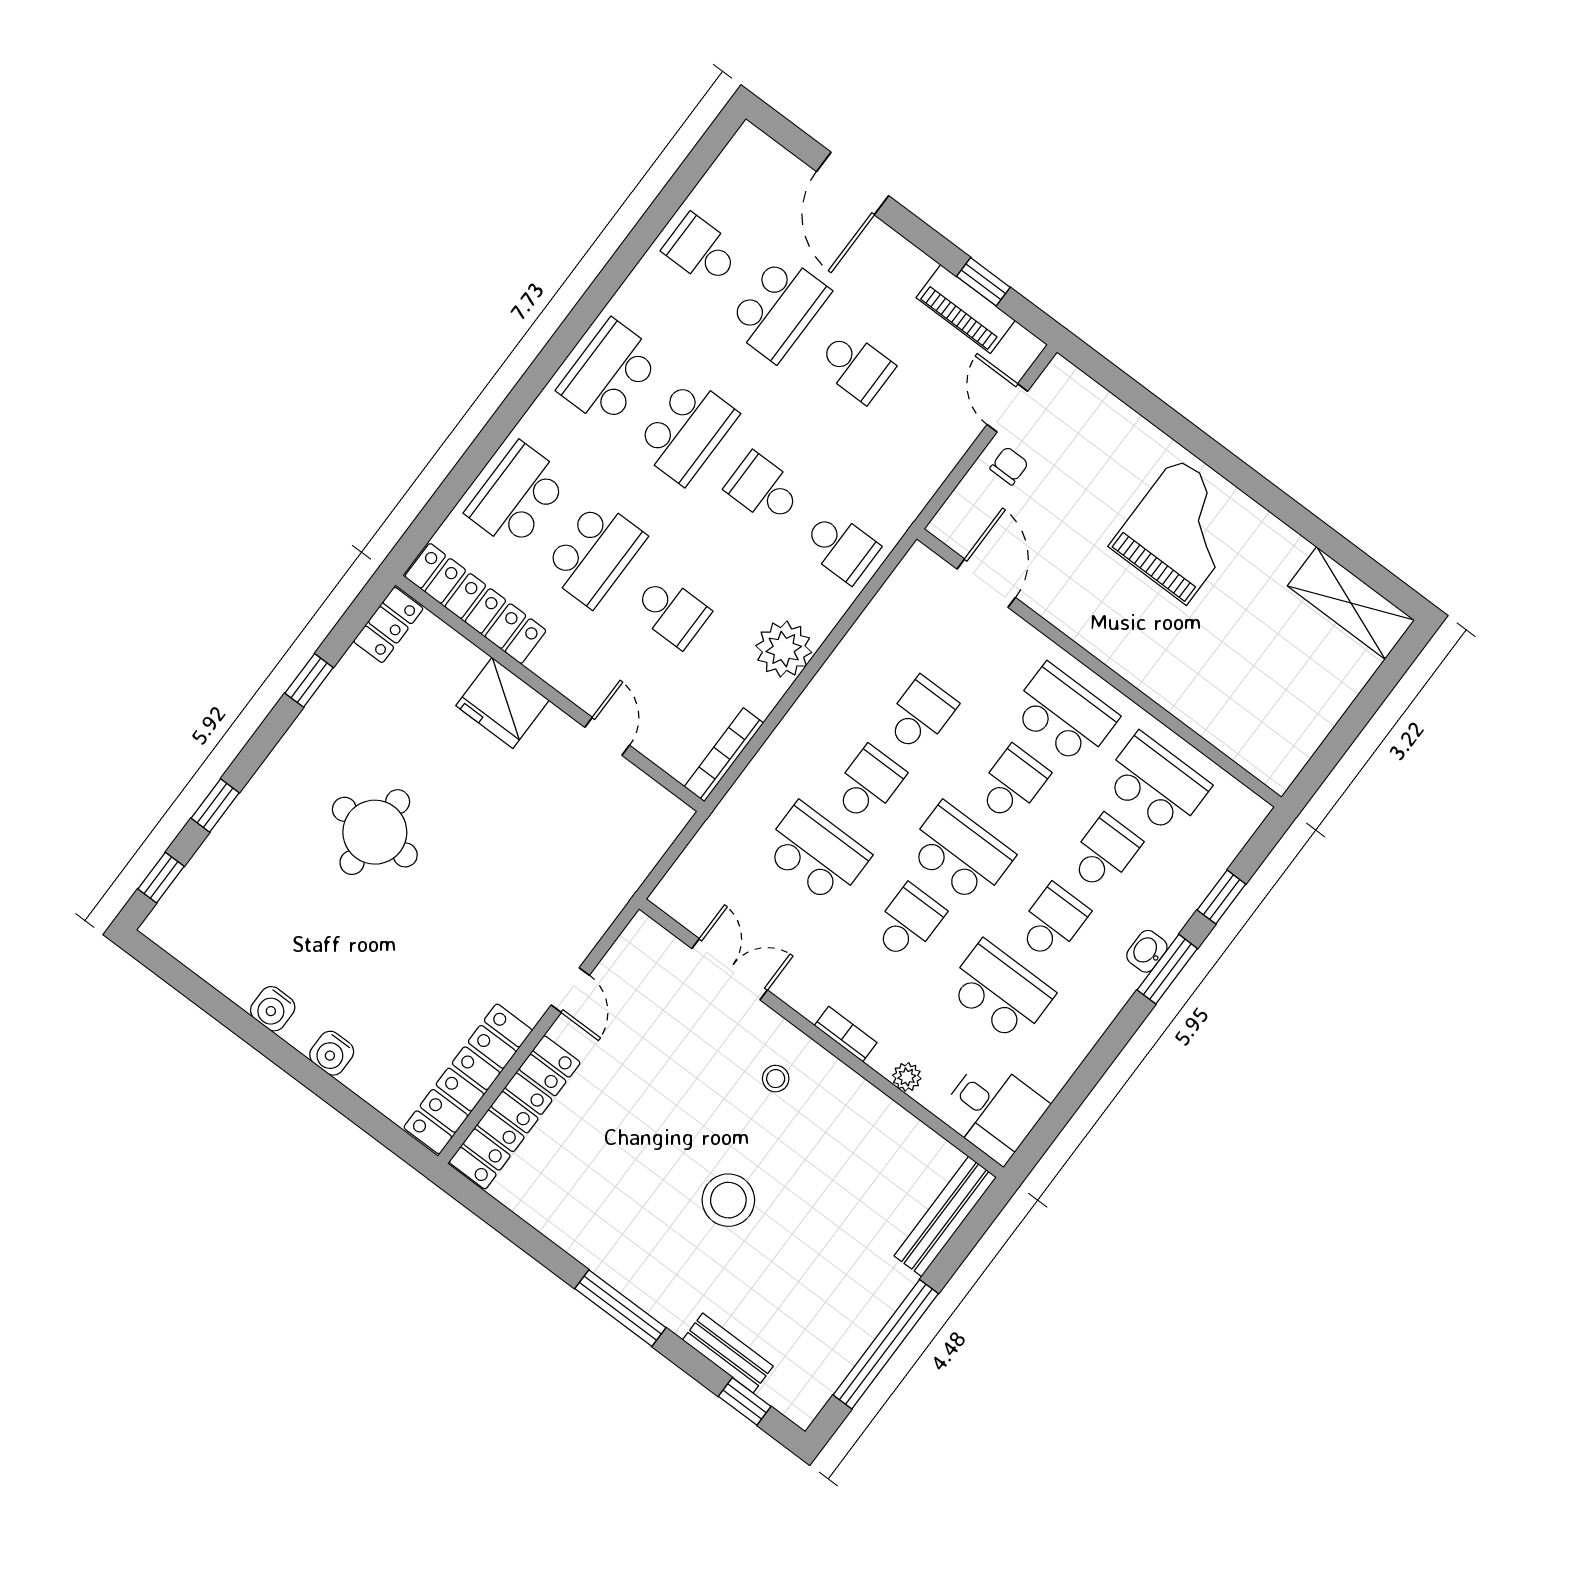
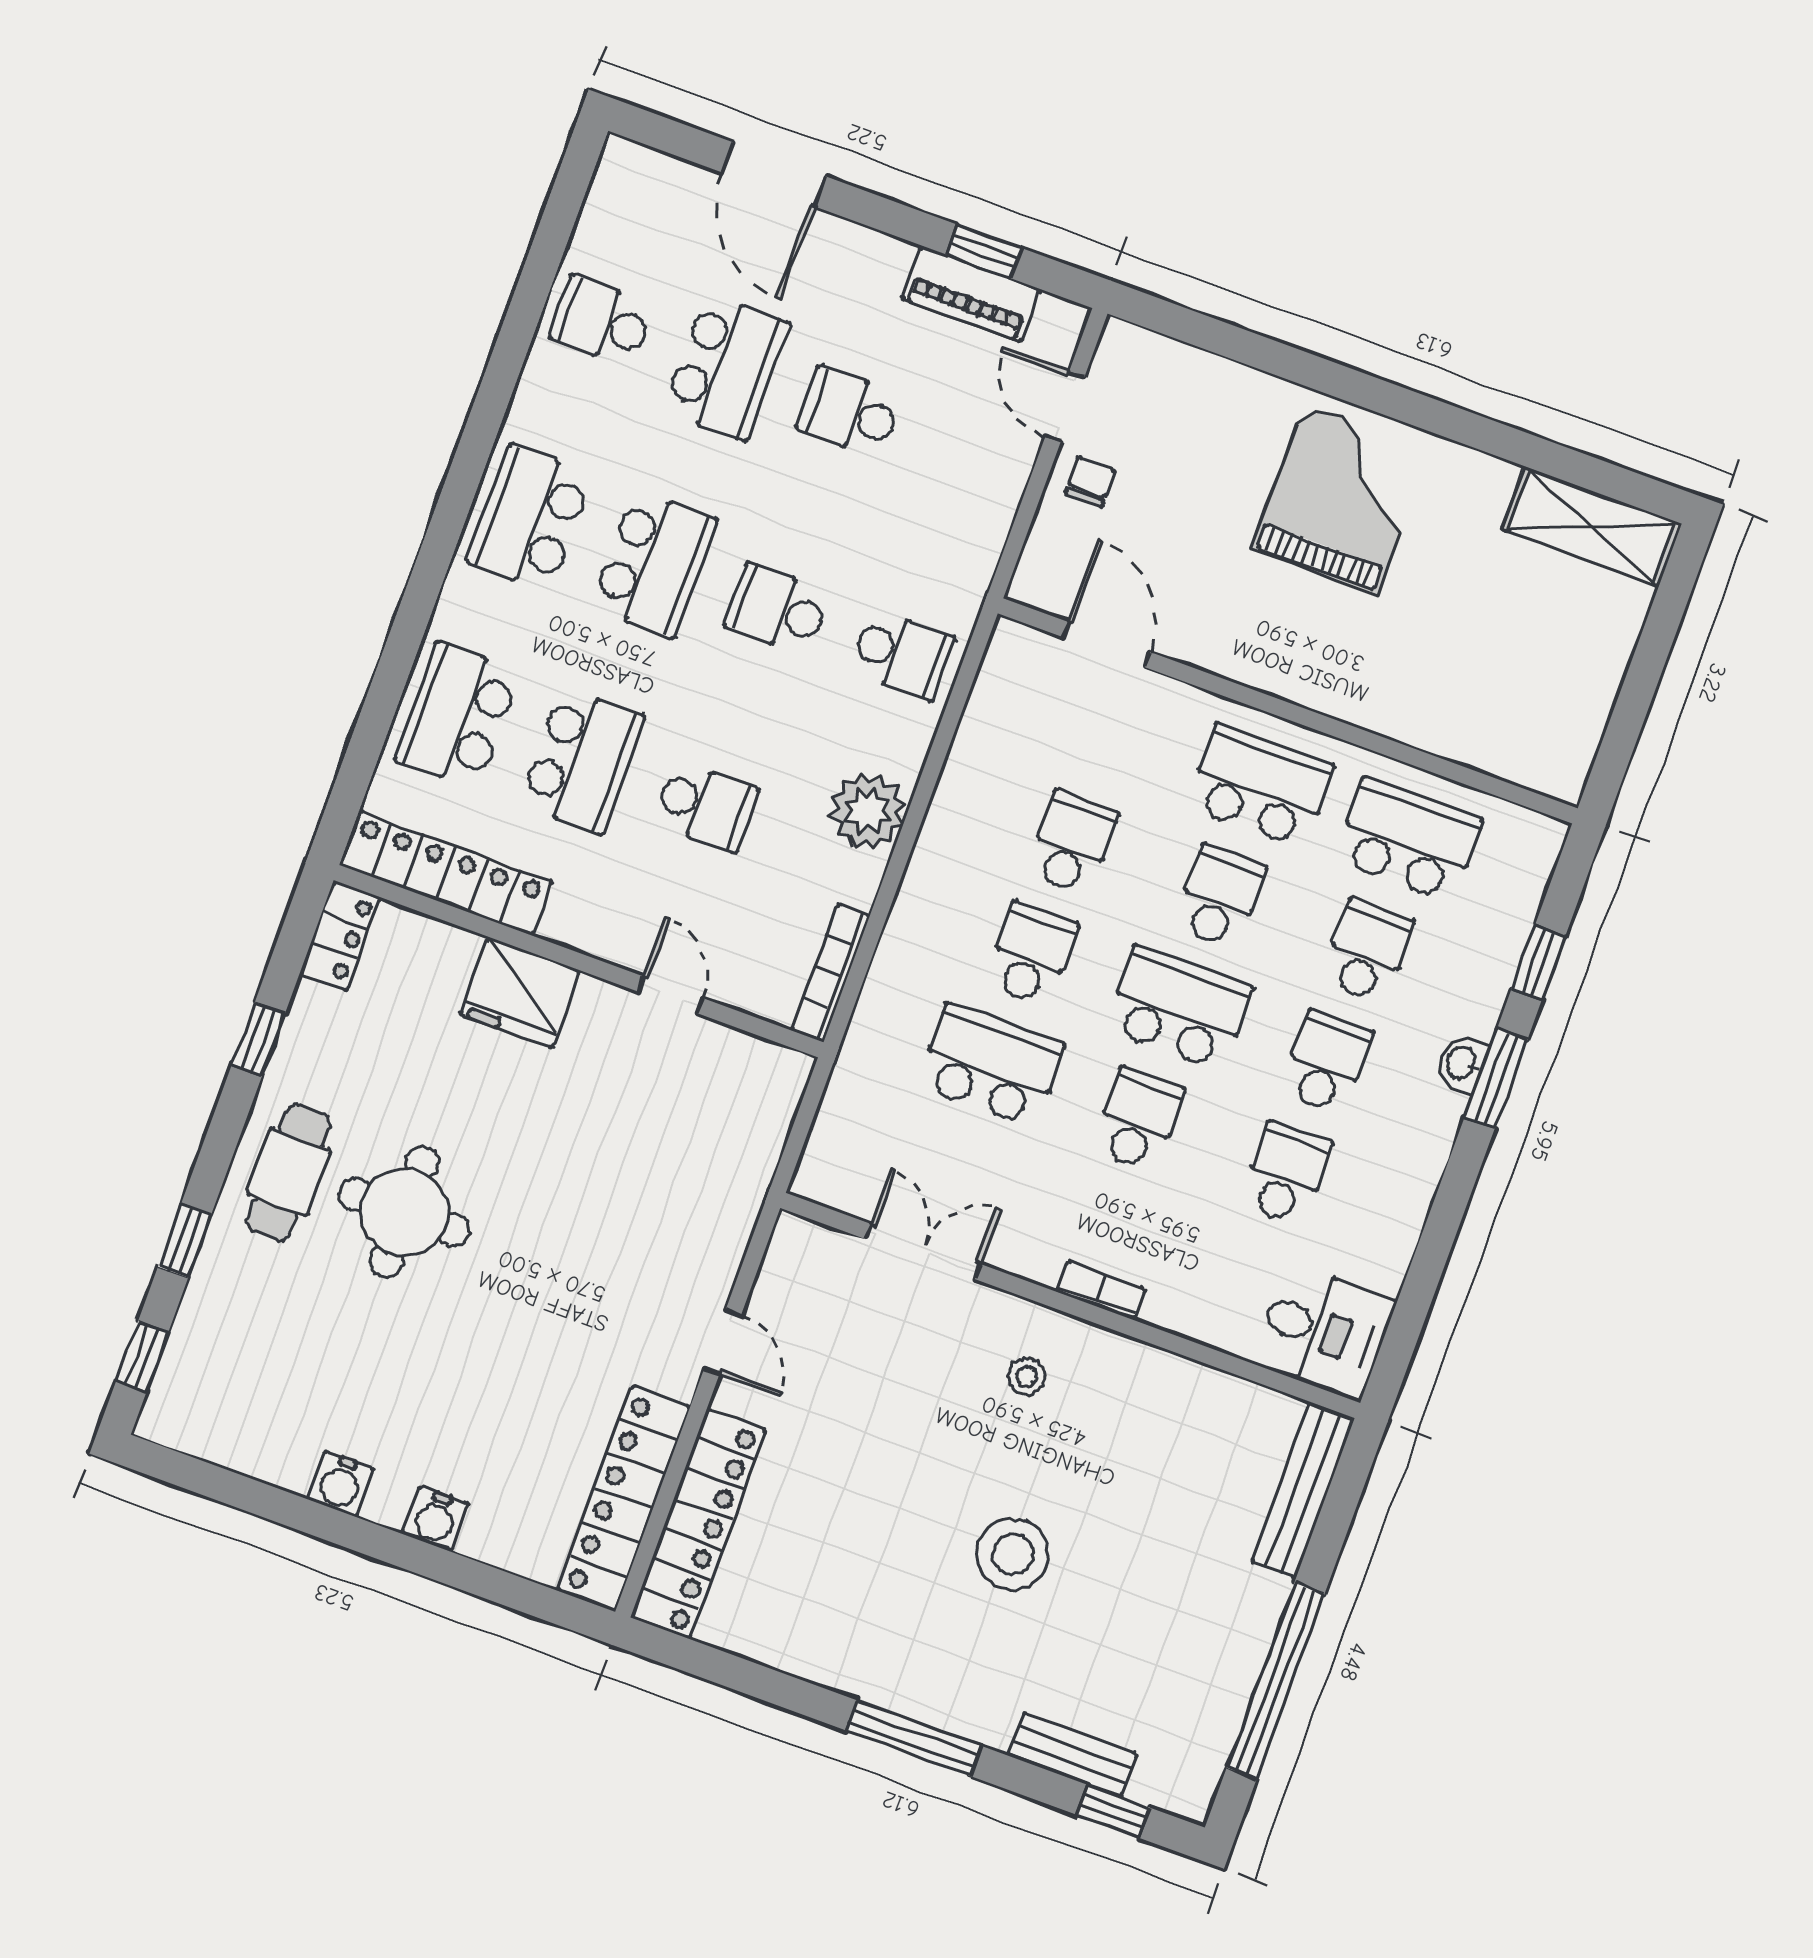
school desk: (856, 366) -> (850, 412), turned 180
cafe table: (302, 780) -> (289, 1172), added
school desk: (1000, 991) -> (1286, 1173), width x0.54
plant: (907, 1077) -> (1198, 1322), removed

